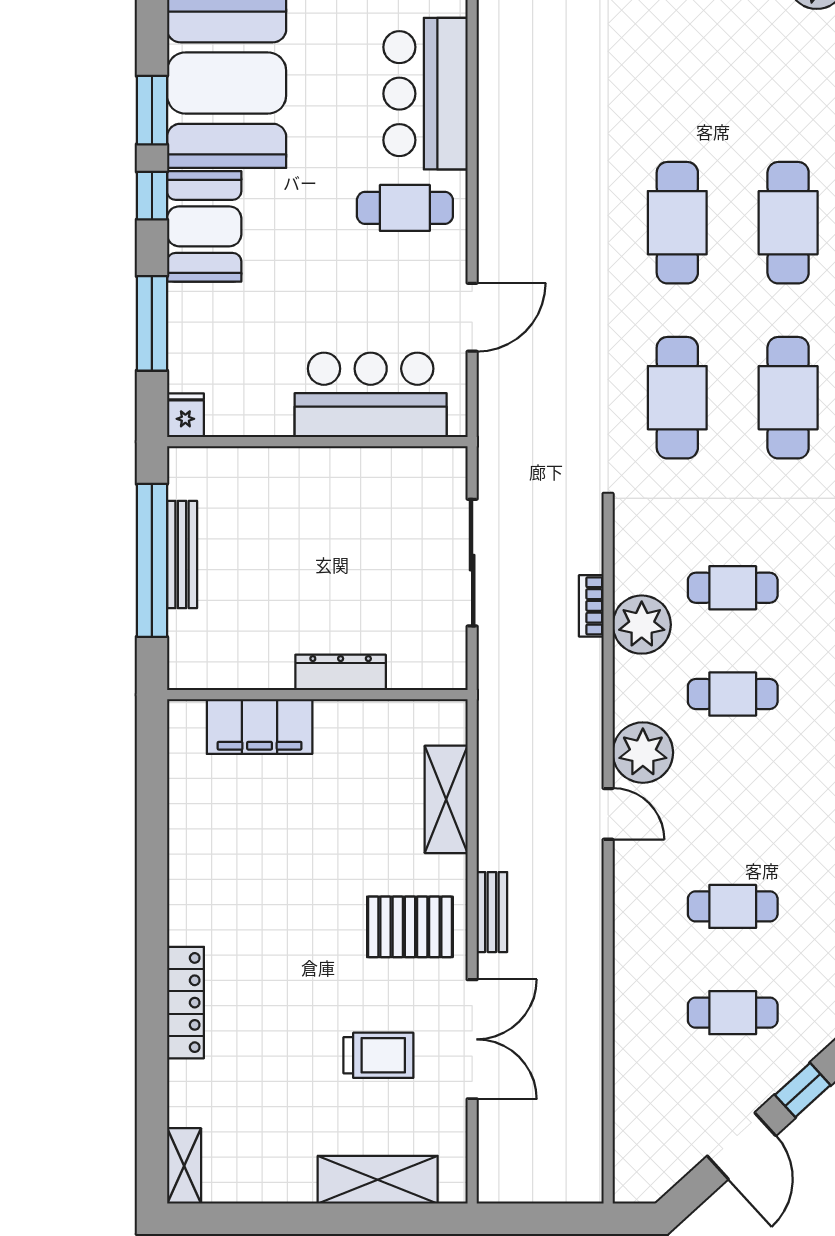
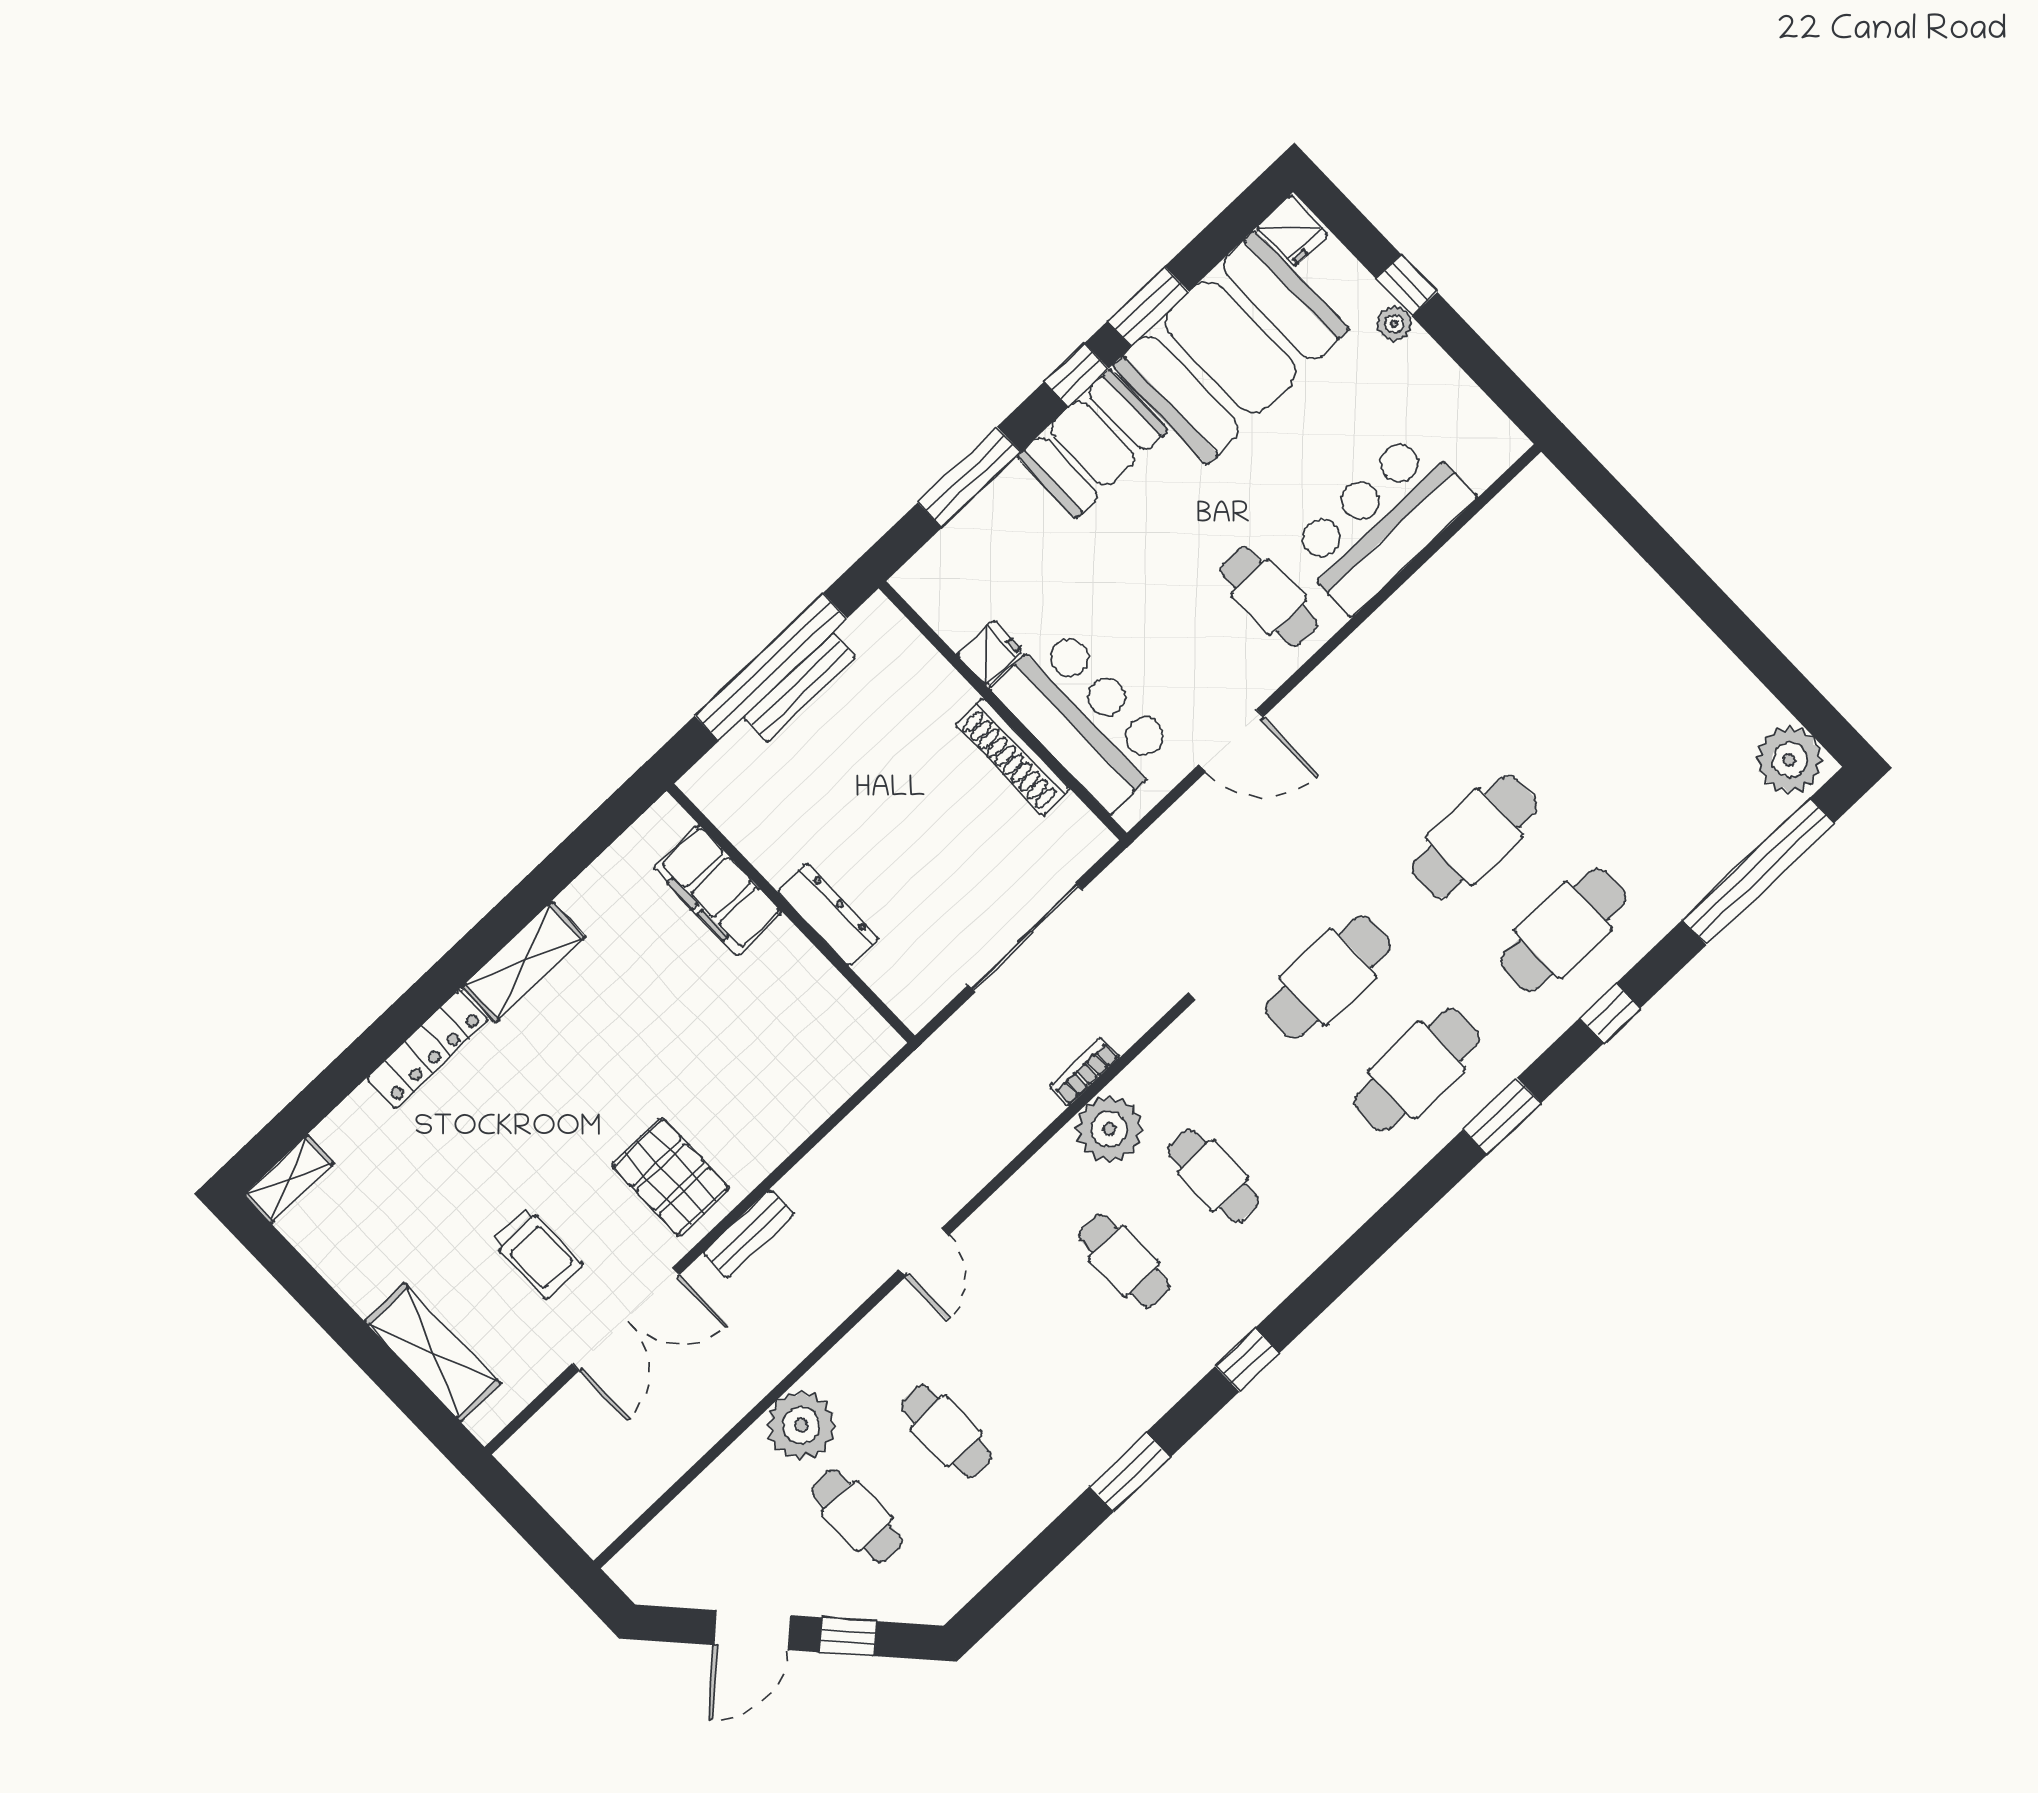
fridge: (185, 415) -> (990, 652), moved
shoe rack: (352, 463) -> (1013, 757), added
plant: (643, 753) -> (801, 1425), moved
shelving: (446, 799) -> (524, 962), moved

